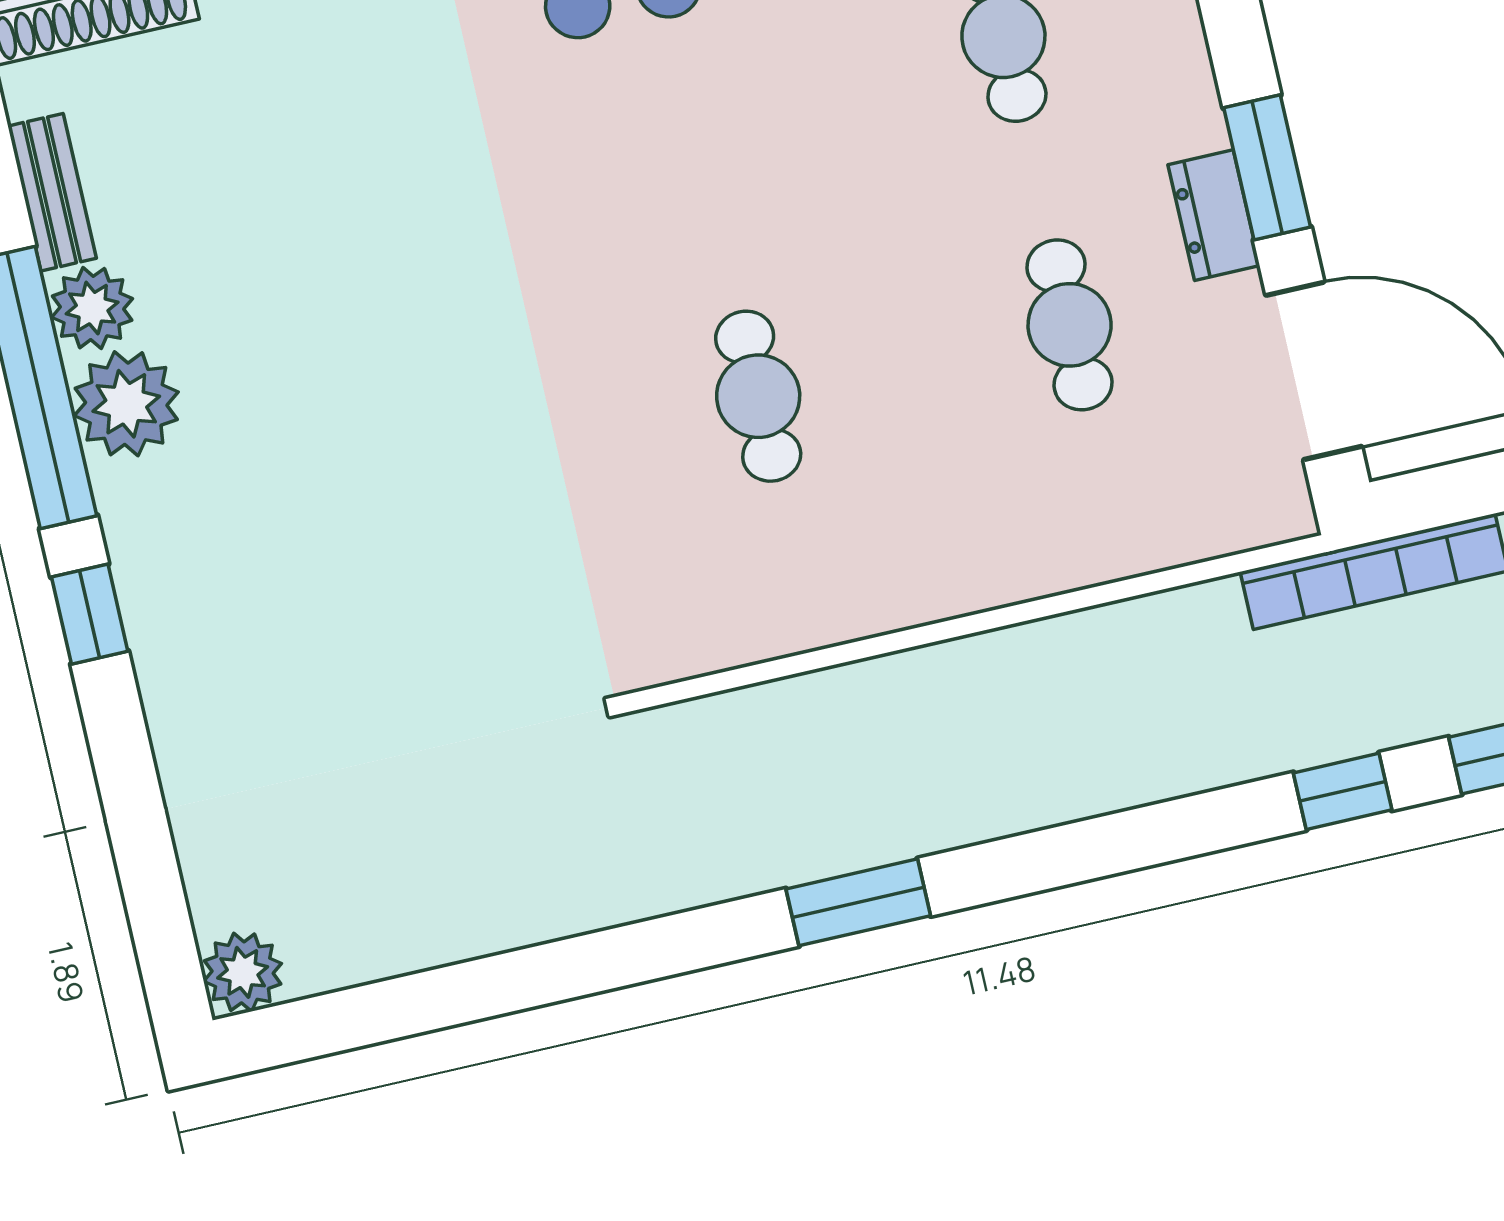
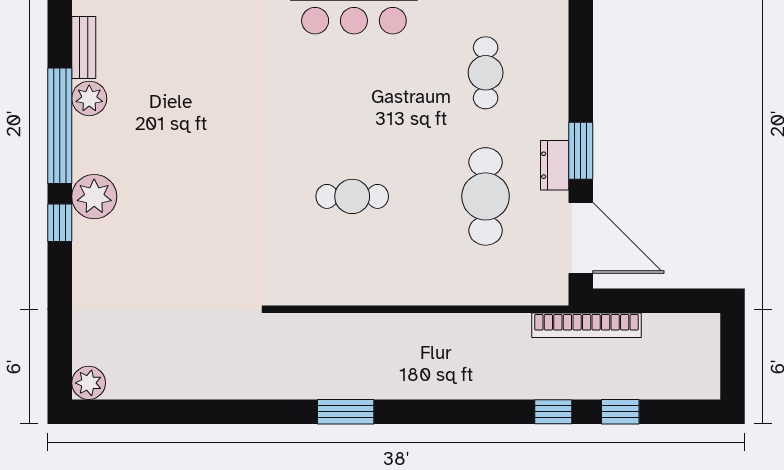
cafe table: (1070, 325) -> (486, 196), width x1.37, depth x1.35
cafe table: (758, 396) -> (352, 196), turned 90
plant: (126, 404) -> (94, 197), moved

